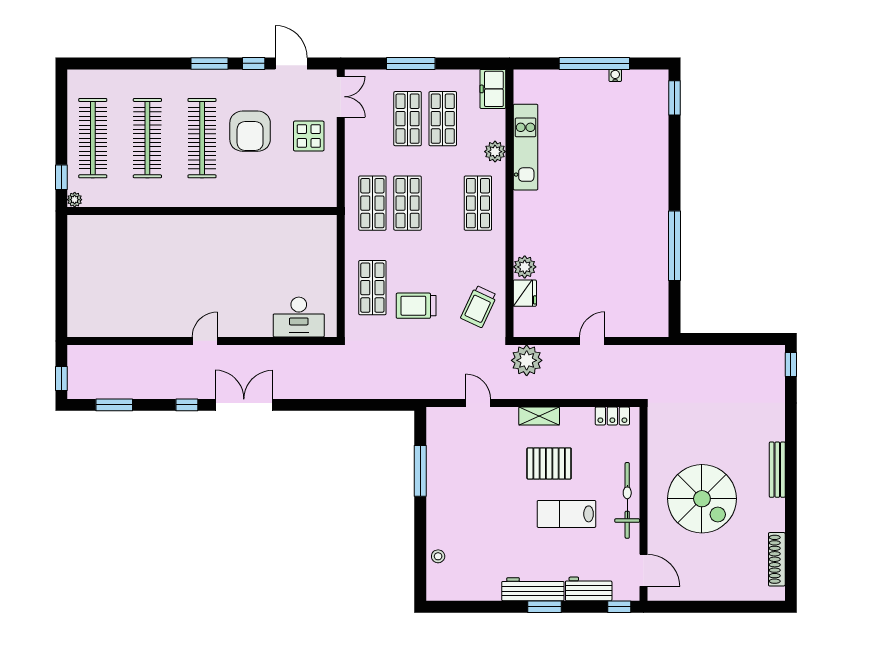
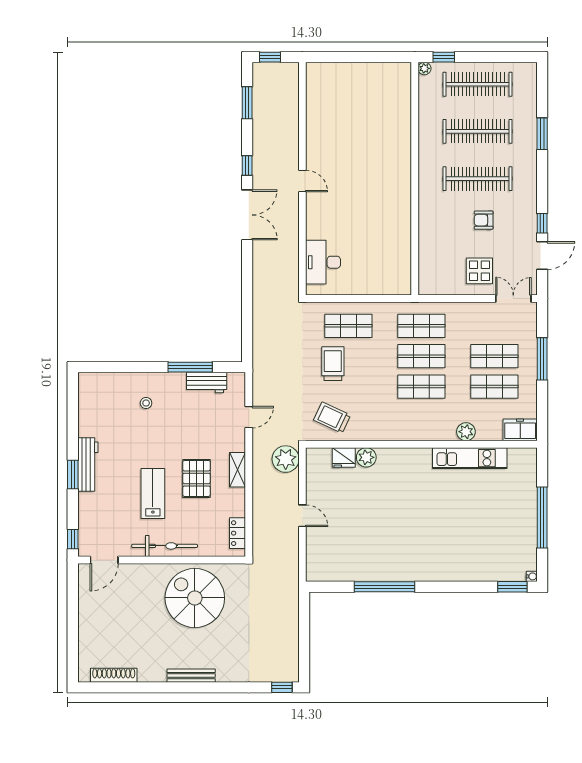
window: (209, 63) -> (542, 134), moved
water cooler: (615, 75) -> (532, 576), moved
double door: (341, 97) -> (513, 298), swing flipped
armchair: (250, 131) -> (484, 220), width x0.53, depth x0.53
shop shelf: (478, 203) -> (421, 387), moved
spiral stairs: (702, 499) -> (195, 598), moved, turned 90
stool: (438, 556) -> (146, 403), moved
workbench: (589, 589) -> (207, 383), moved, turned 90

